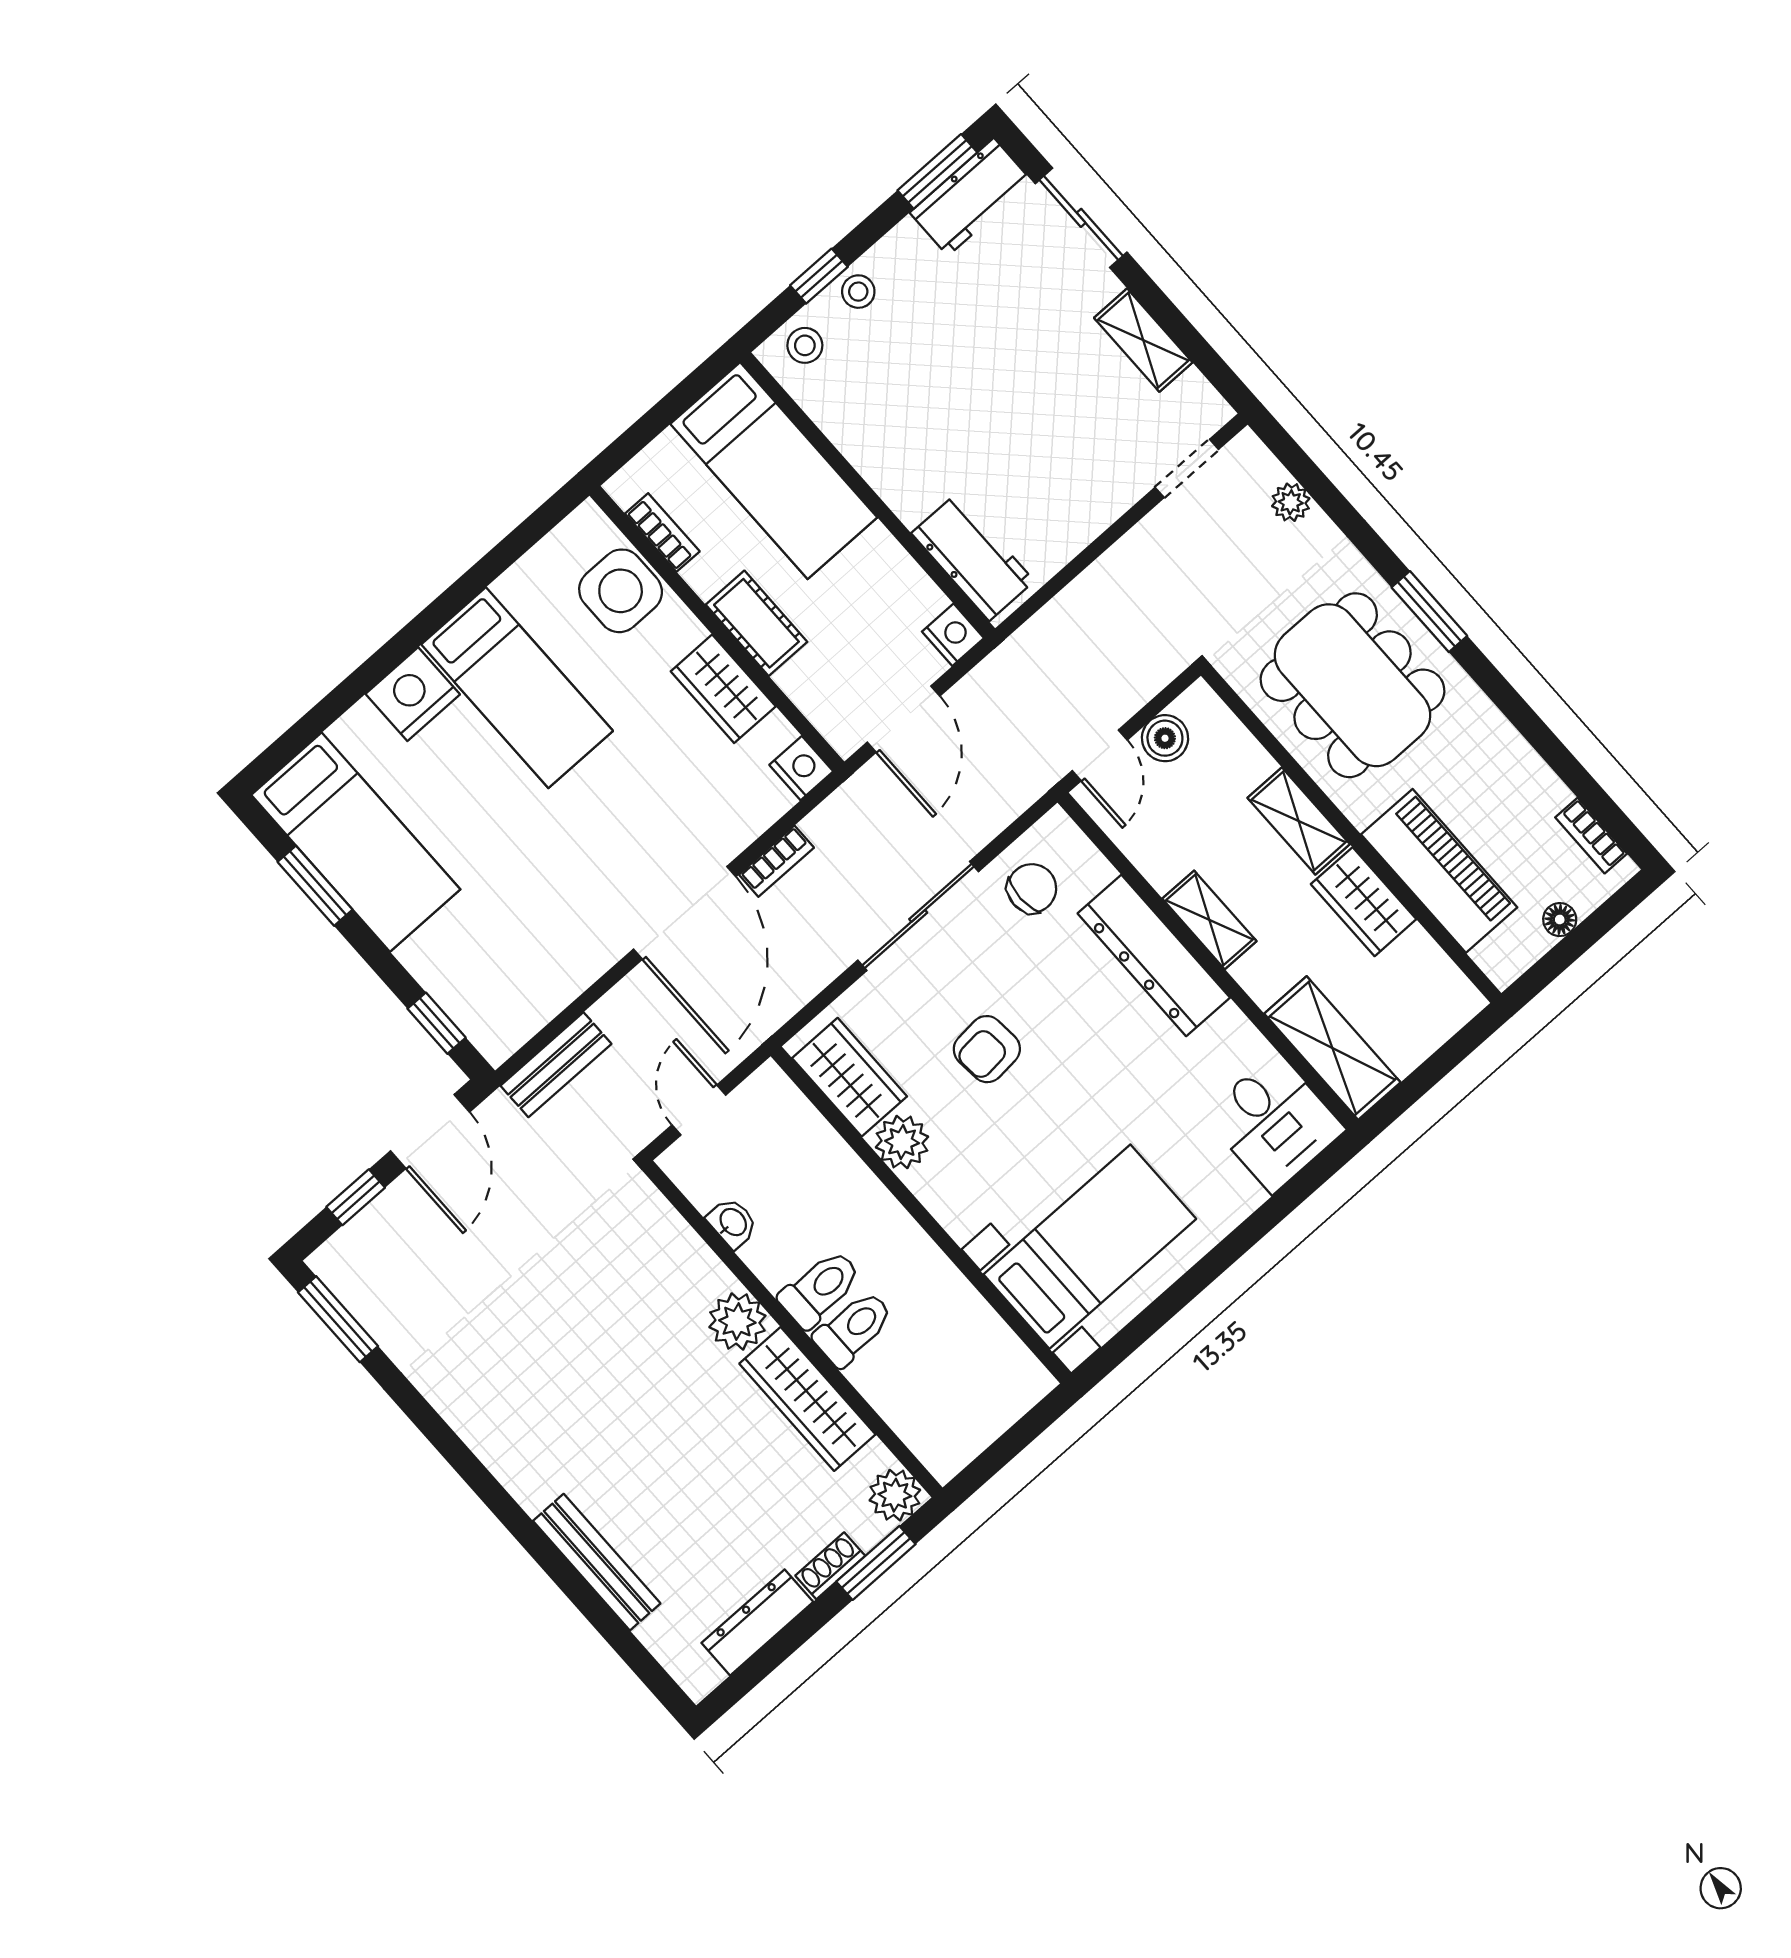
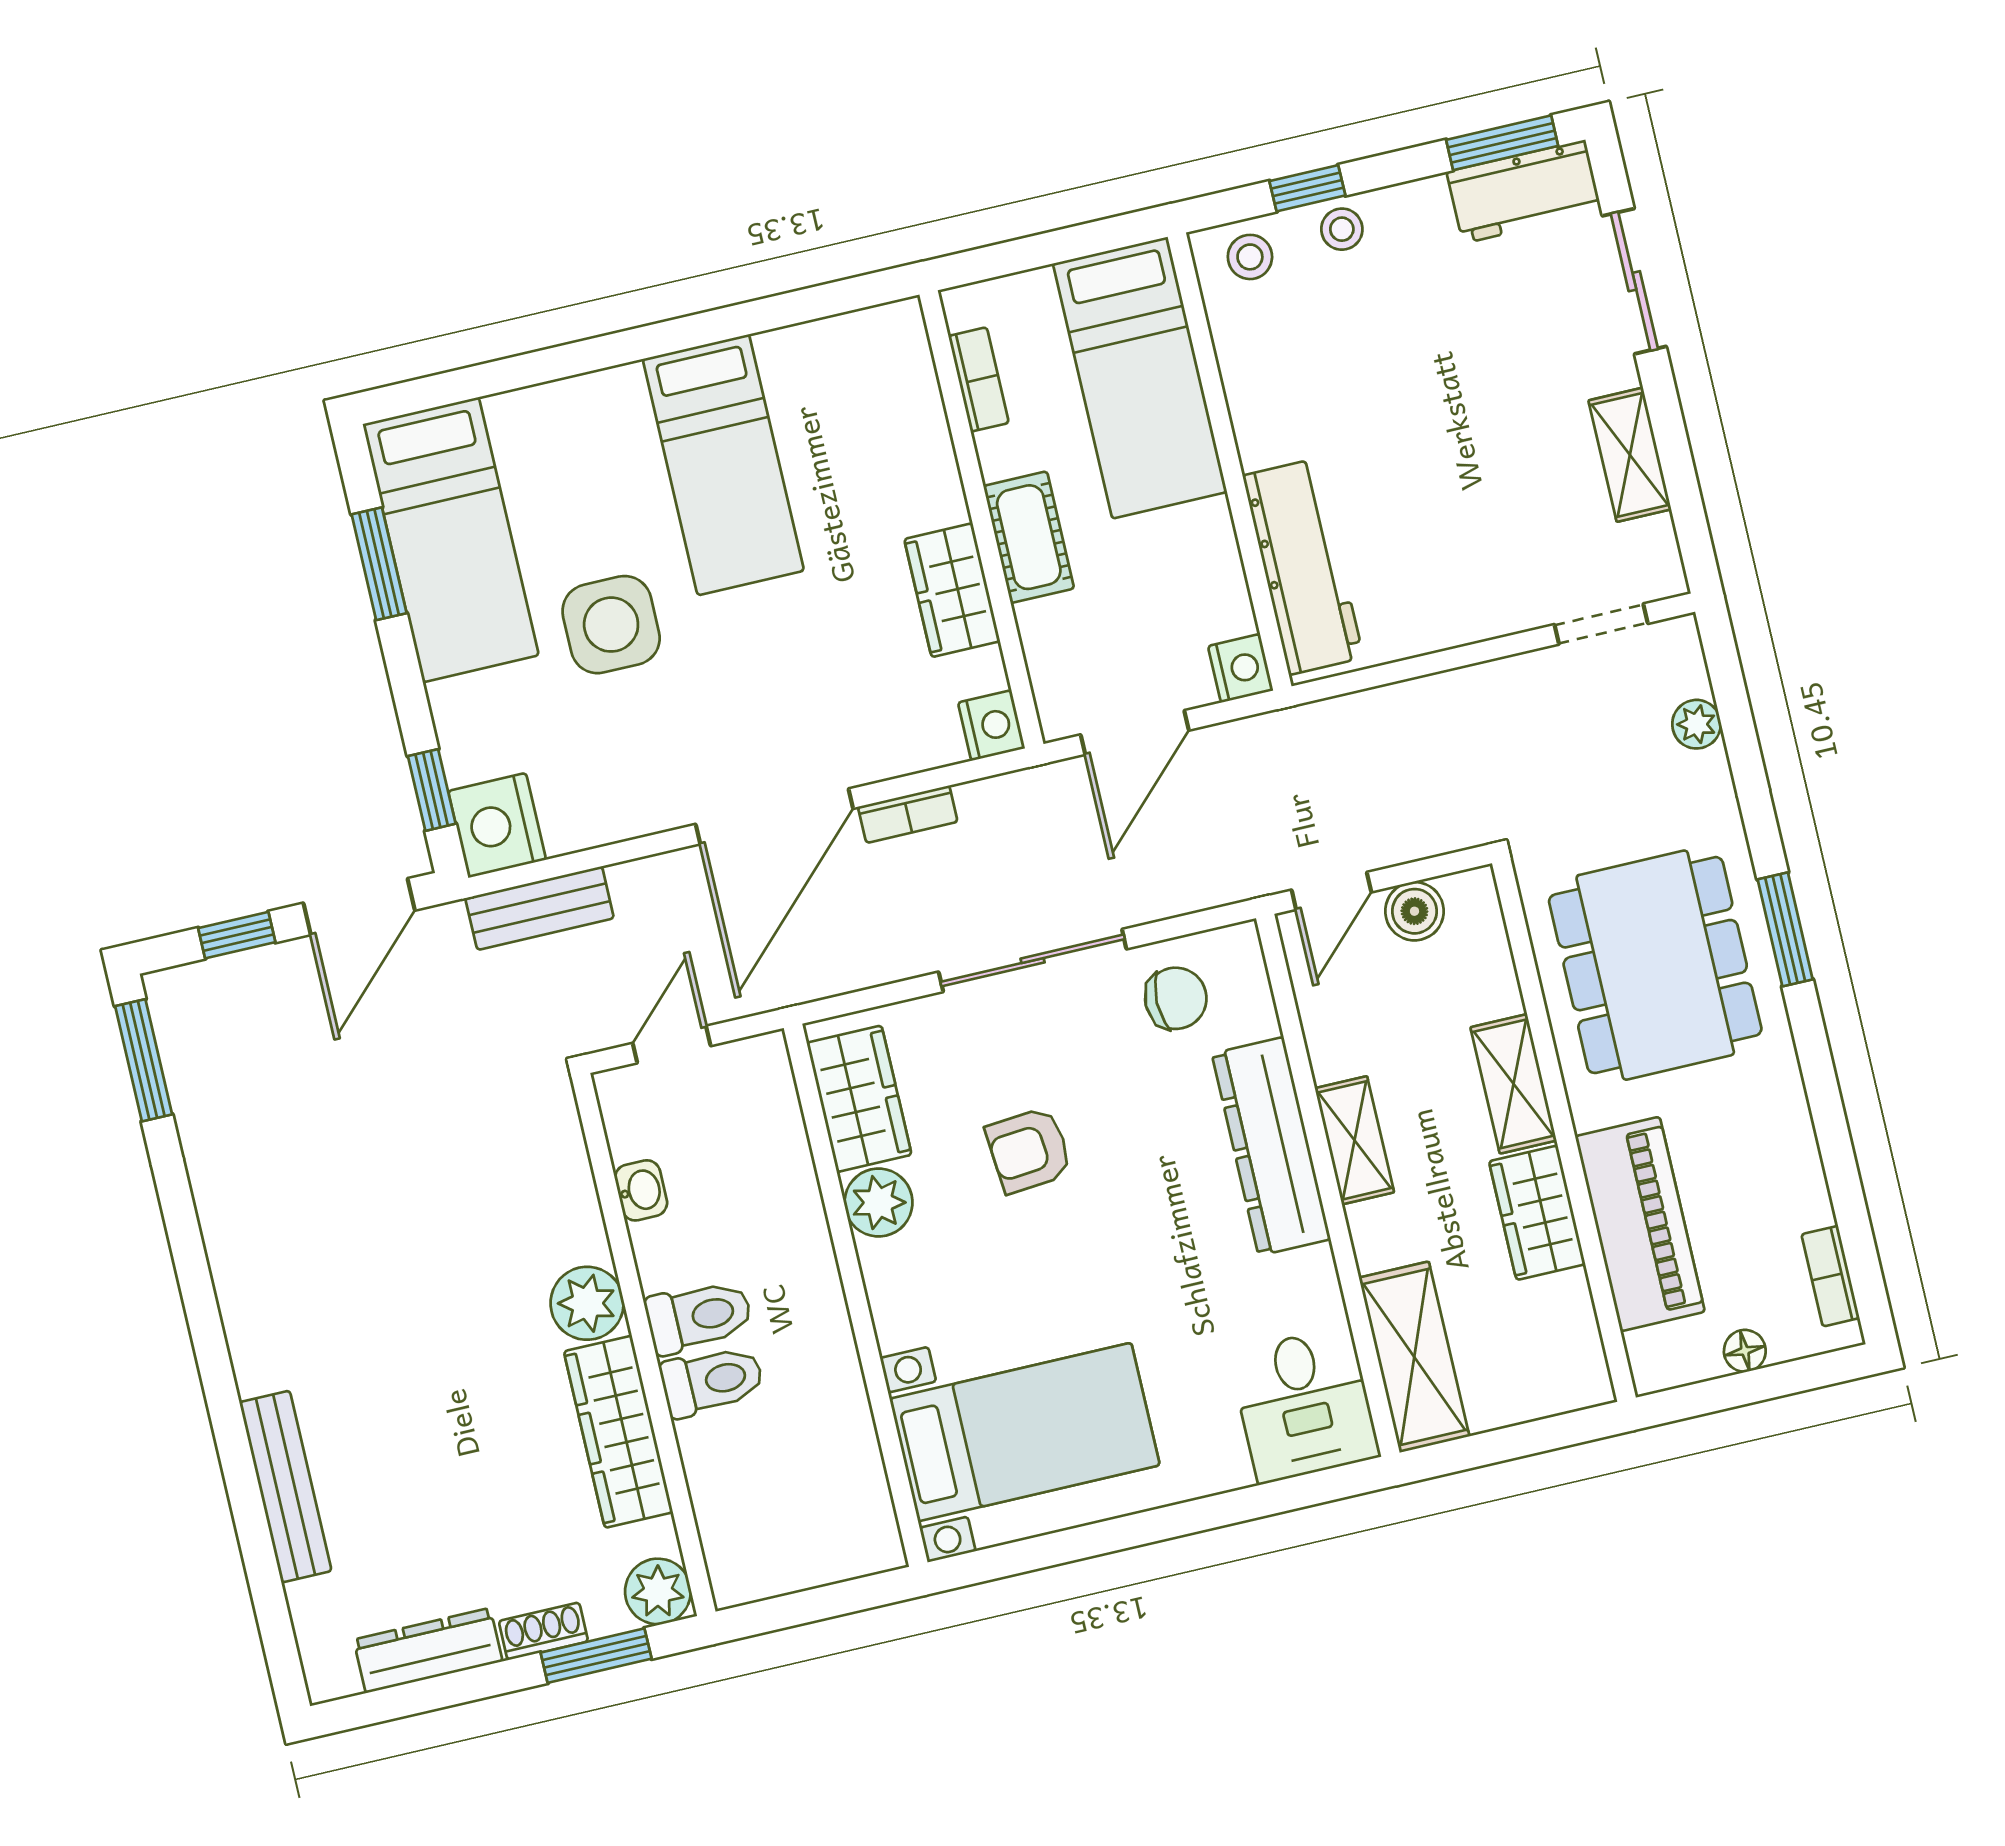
workbench: (973, 557) -> (1303, 567), width x1.38
side table: (621, 591) -> (611, 625), moved
nightstand: (413, 694) -> (497, 825), moved, turned -90

